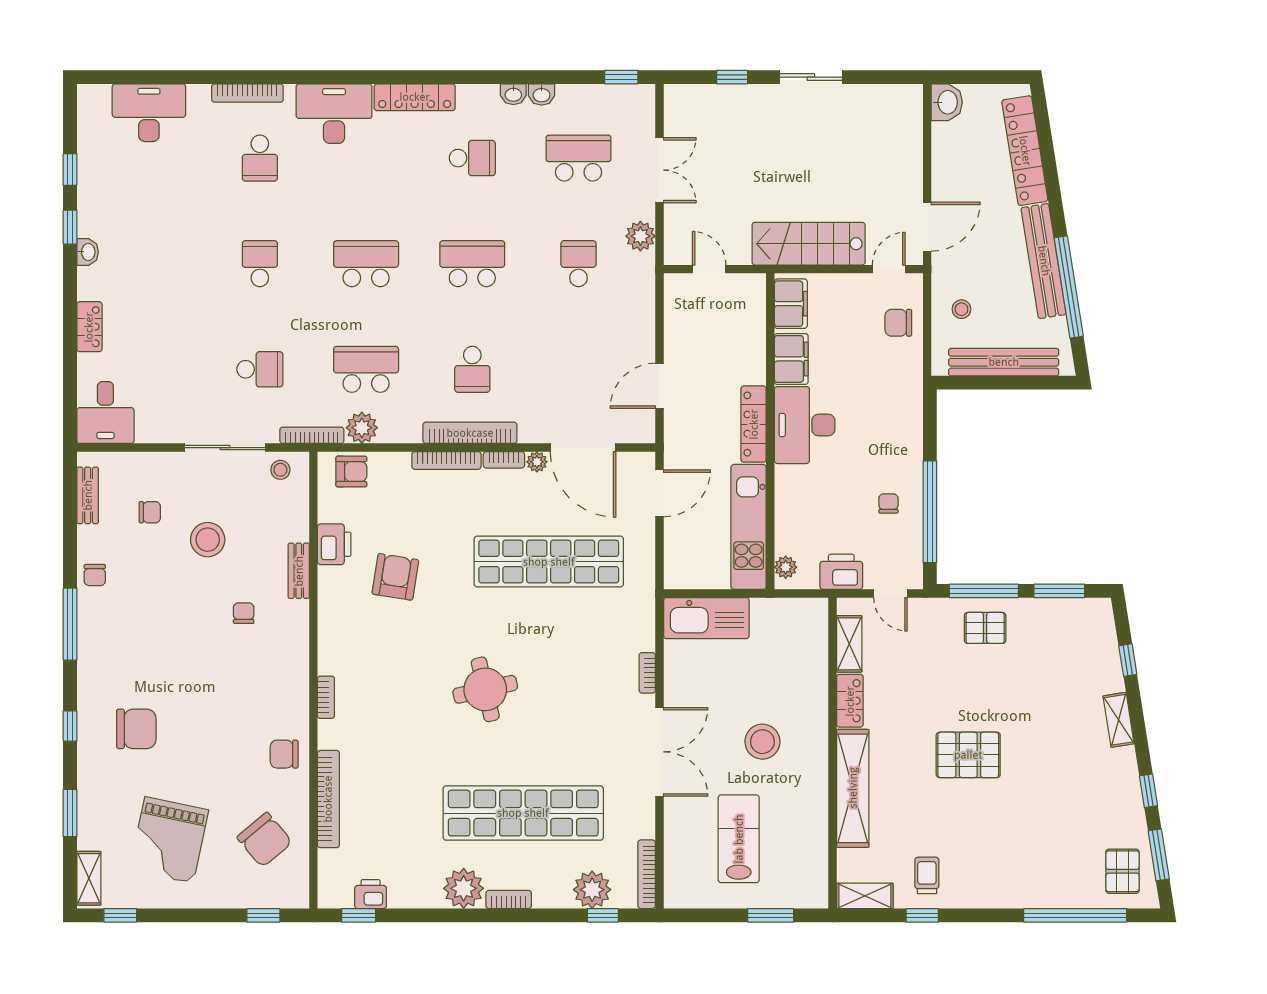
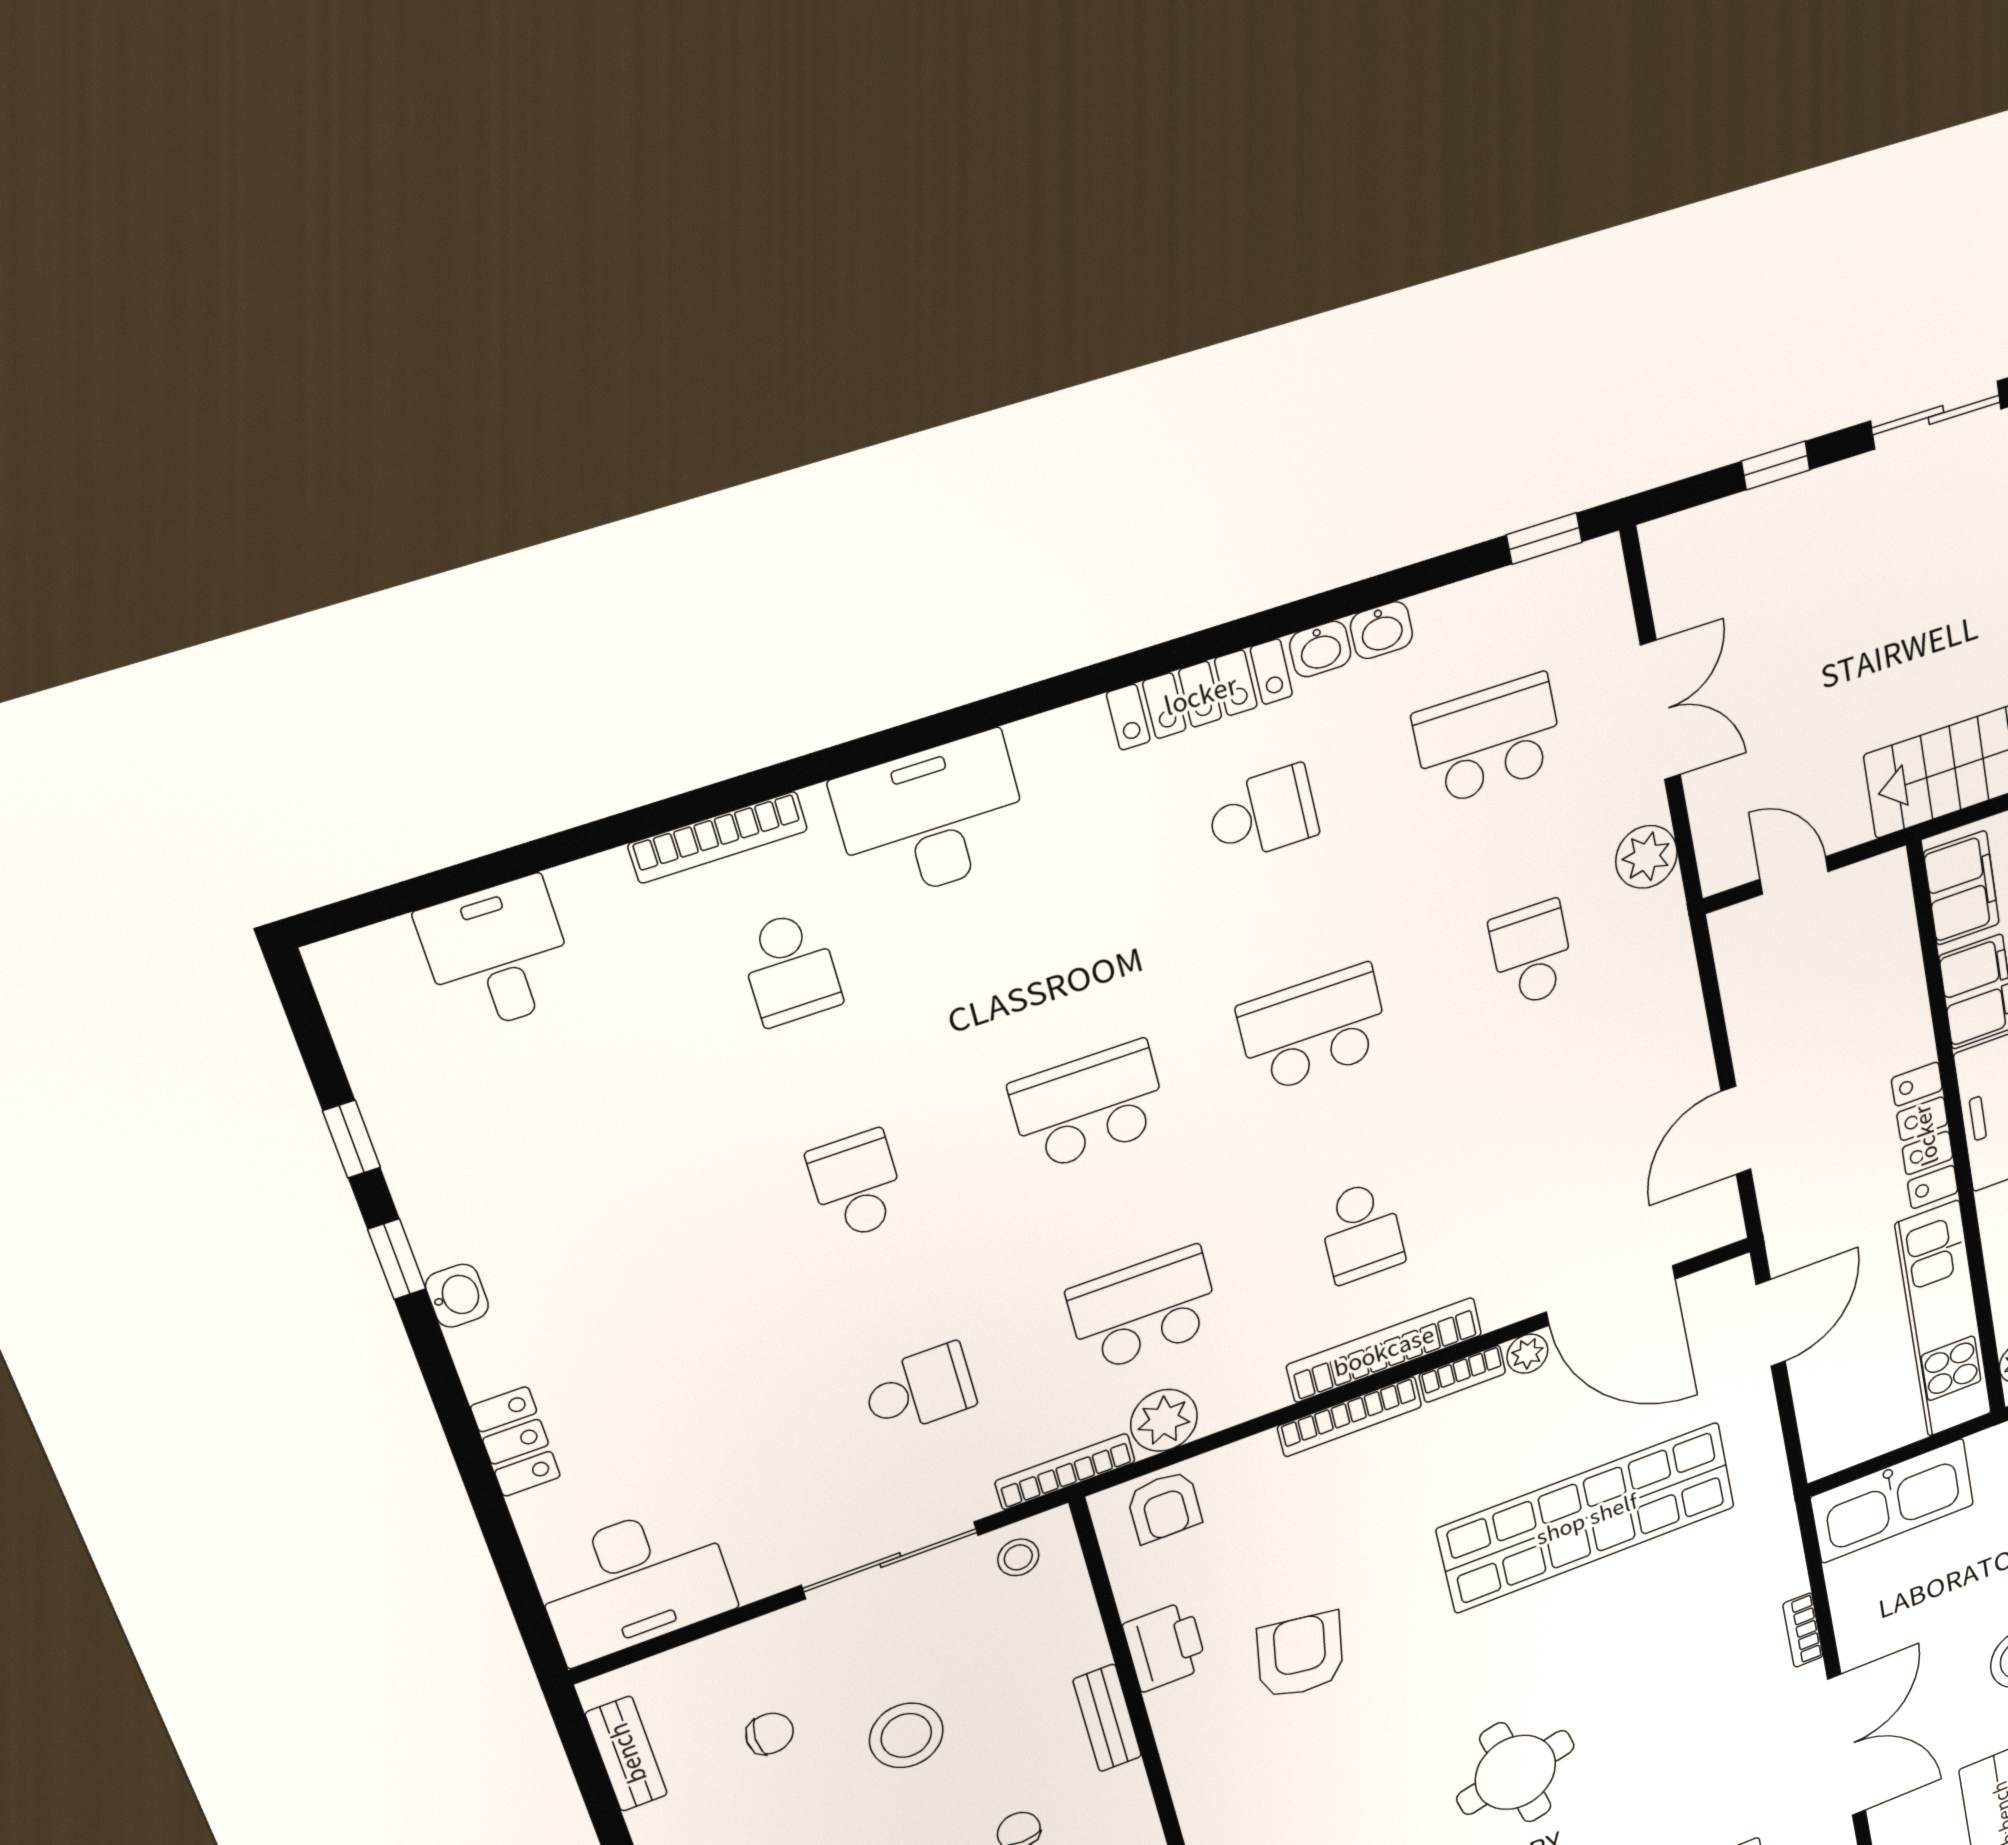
locker: (415, 97) -> (1200, 694), moved
desk: (149, 113) -> (498, 955), width x0.73
desk: (105, 413) -> (634, 1582), width x1.37
armchair: (351, 472) -> (1164, 1507), turned 90

